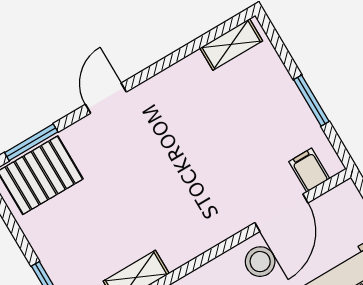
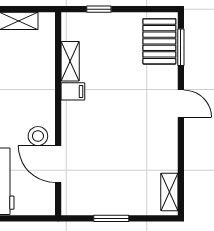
filing cabinet: (309, 170) -> (73, 91), moved

